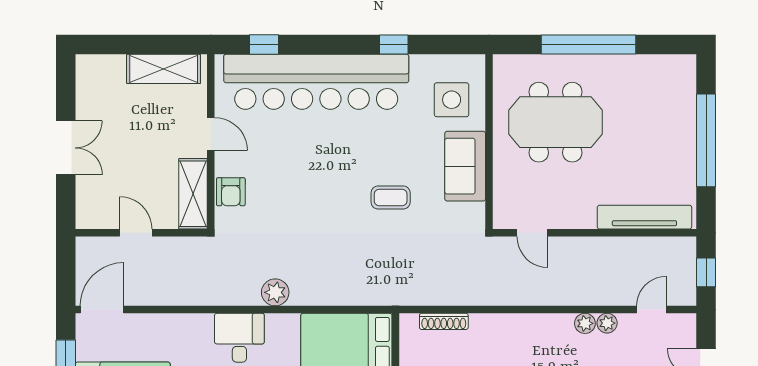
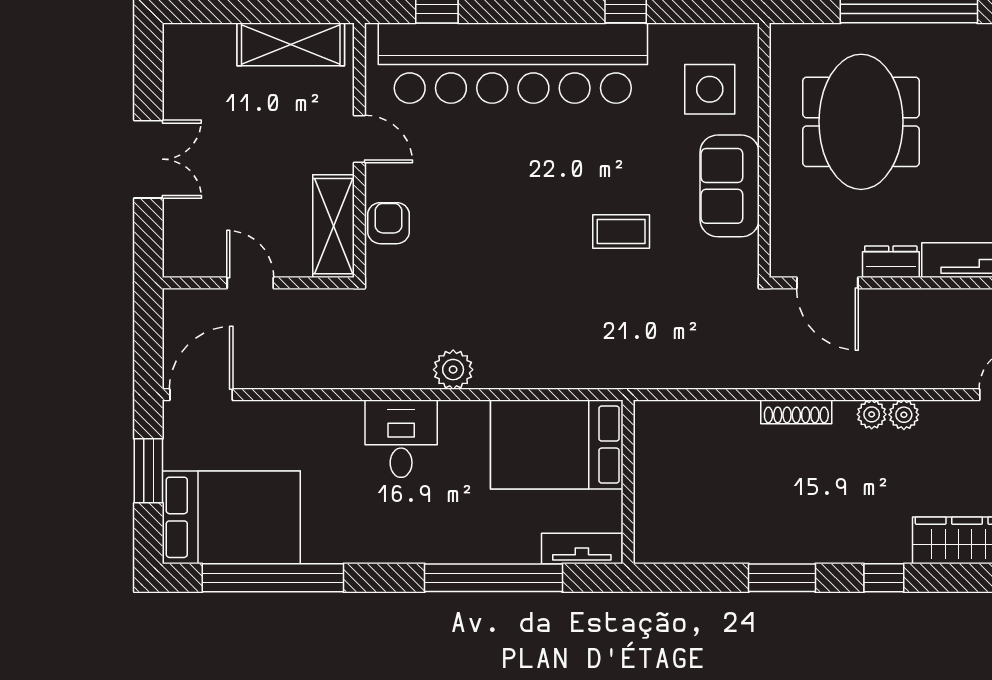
meeting table: (556, 122) -> (861, 122), turned 90
armchair: (231, 192) -> (389, 223), turned 180
dresser: (576, 218) -> (891, 262), added
door: (532, 233) -> (827, 283), width x1.38
shoe rack: (444, 321) -> (796, 412), moved
plant: (607, 323) -> (872, 414), moved

